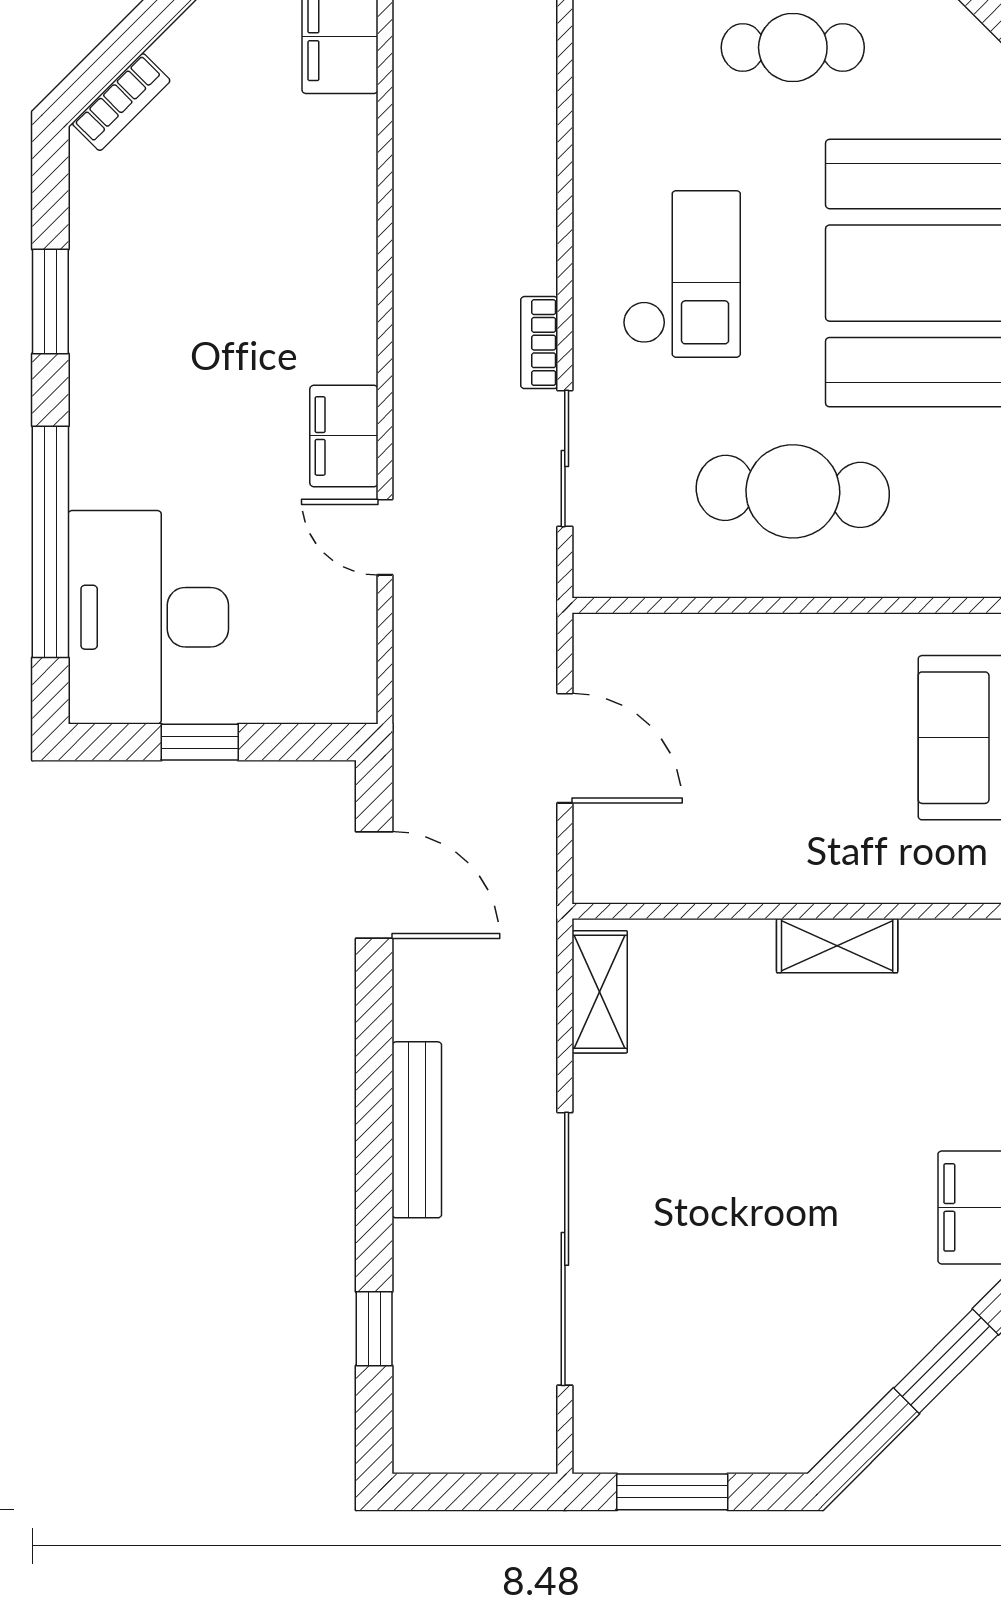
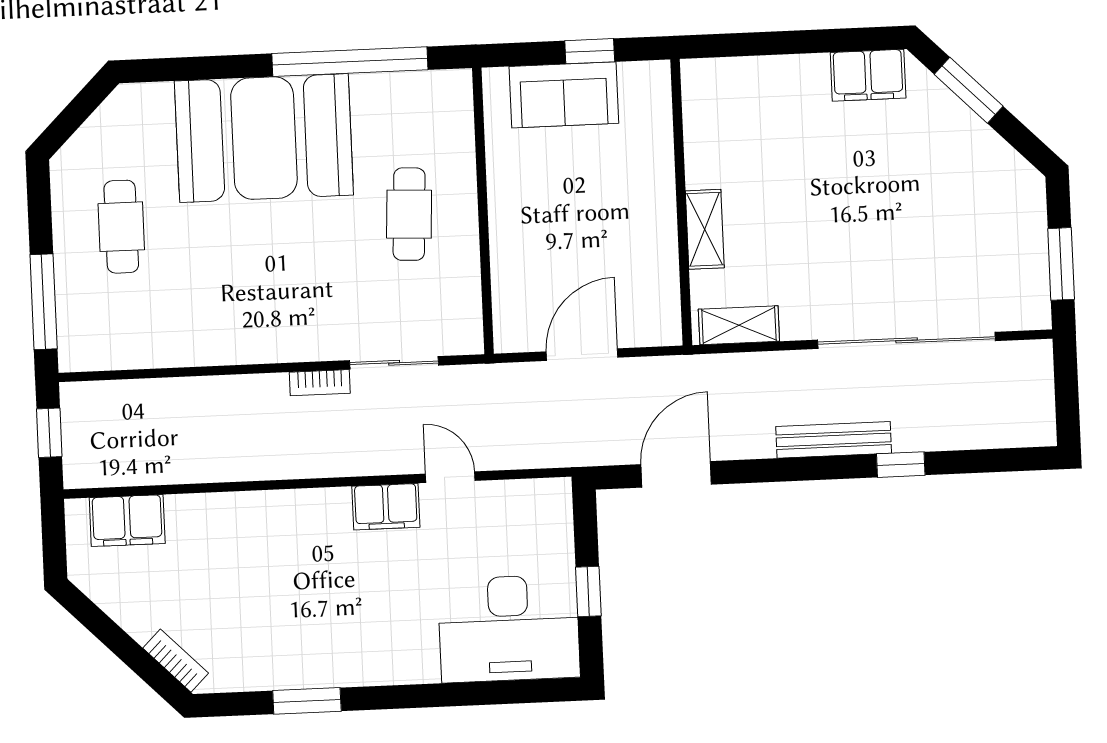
checkout: (682, 274) -> (271, 292), removed
cafe table: (793, 491) -> (409, 214), width x0.73, depth x0.74
door: (385, 537) -> (450, 477), swing flipped
window: (50, 542) -> (463, 694), removed
shelving: (837, 946) -> (705, 229), moved
window: (374, 1329) -> (901, 465), moved

